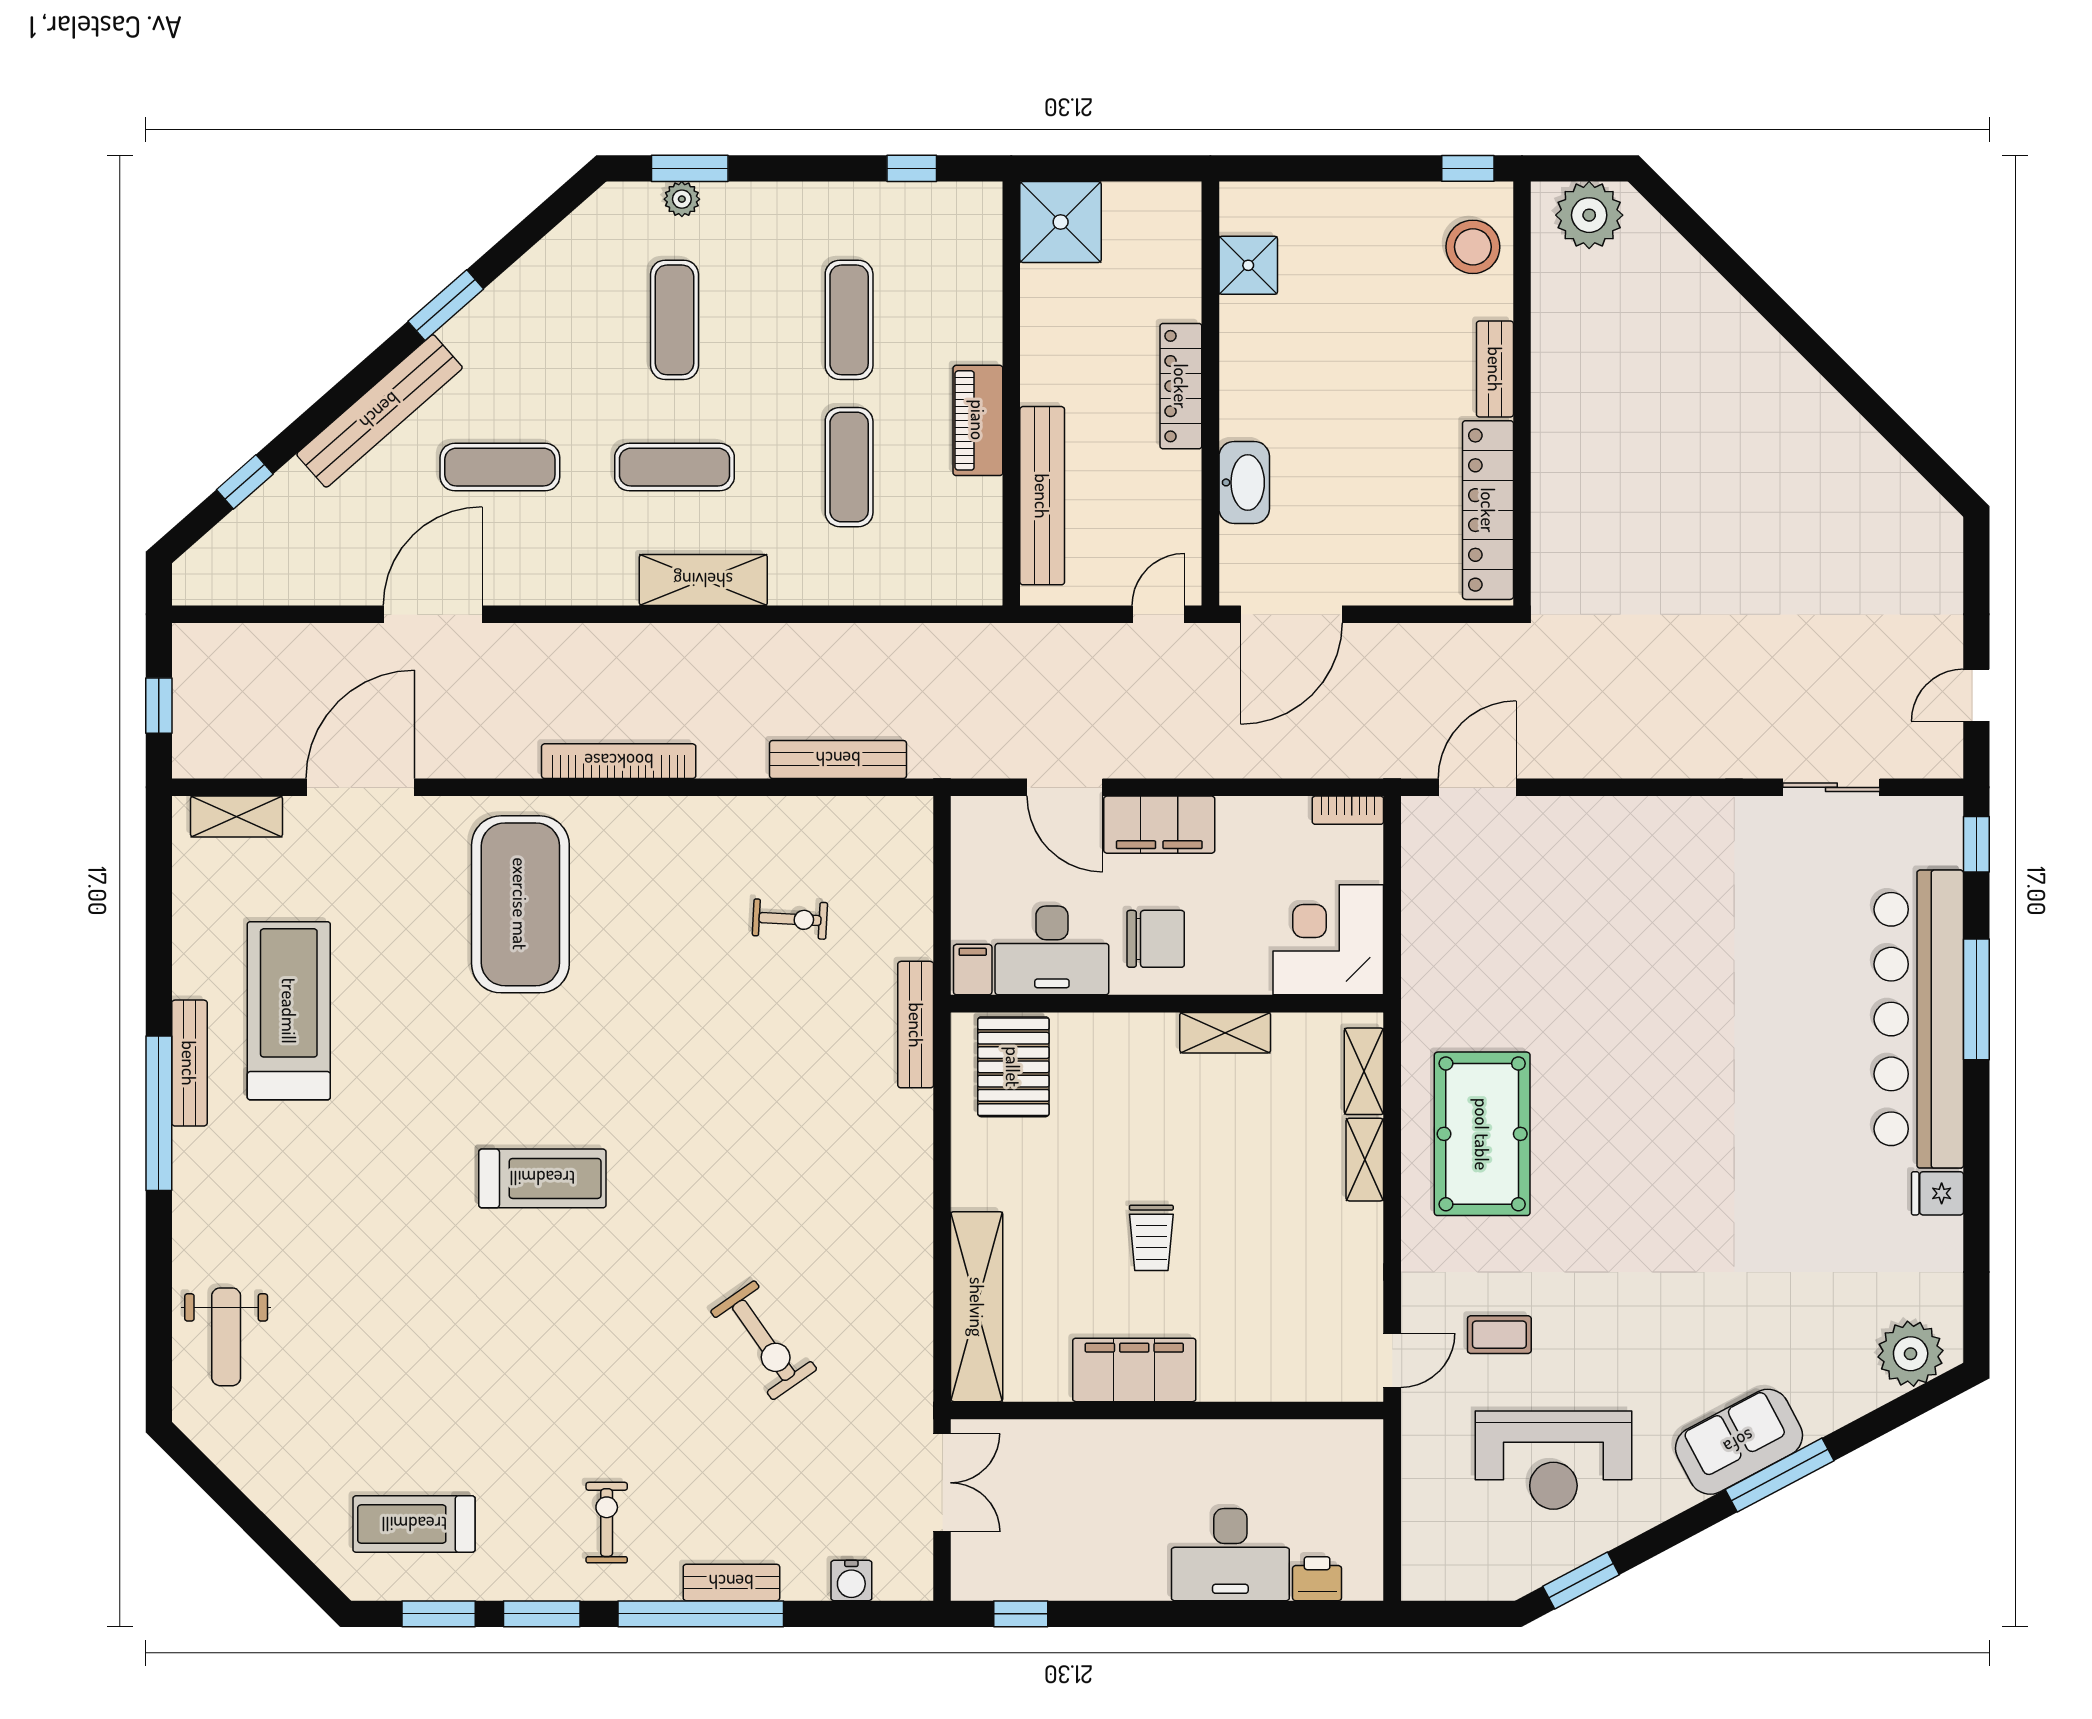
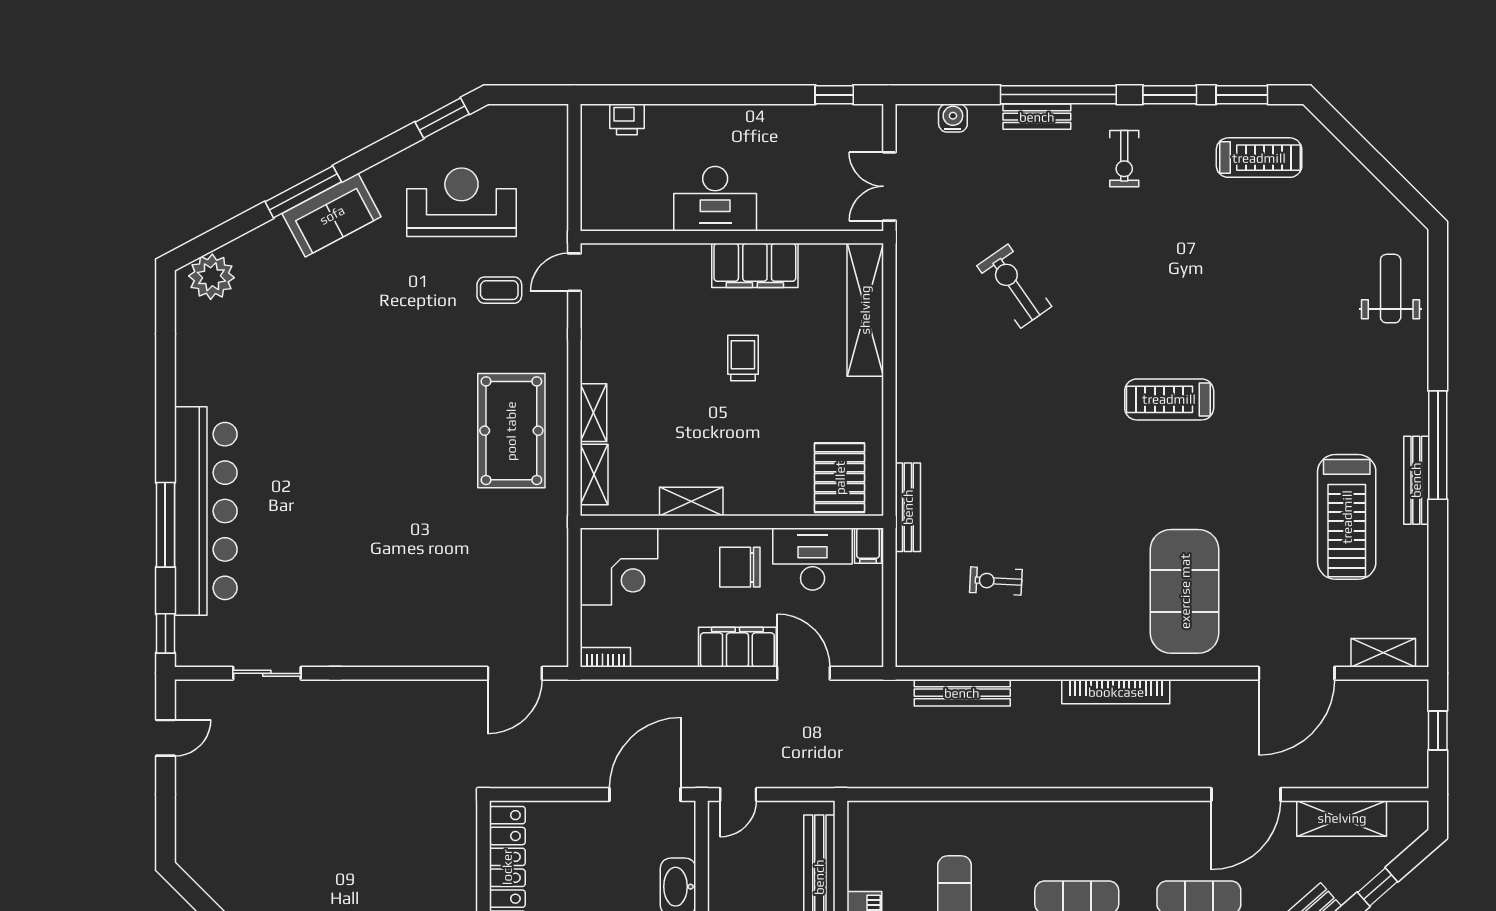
shelving: (703, 580) -> (1342, 818), moved
fridge: (1937, 1193) -> (193, 389), removed
desk: (1230, 1555) -> (715, 199), moved, turned 180

